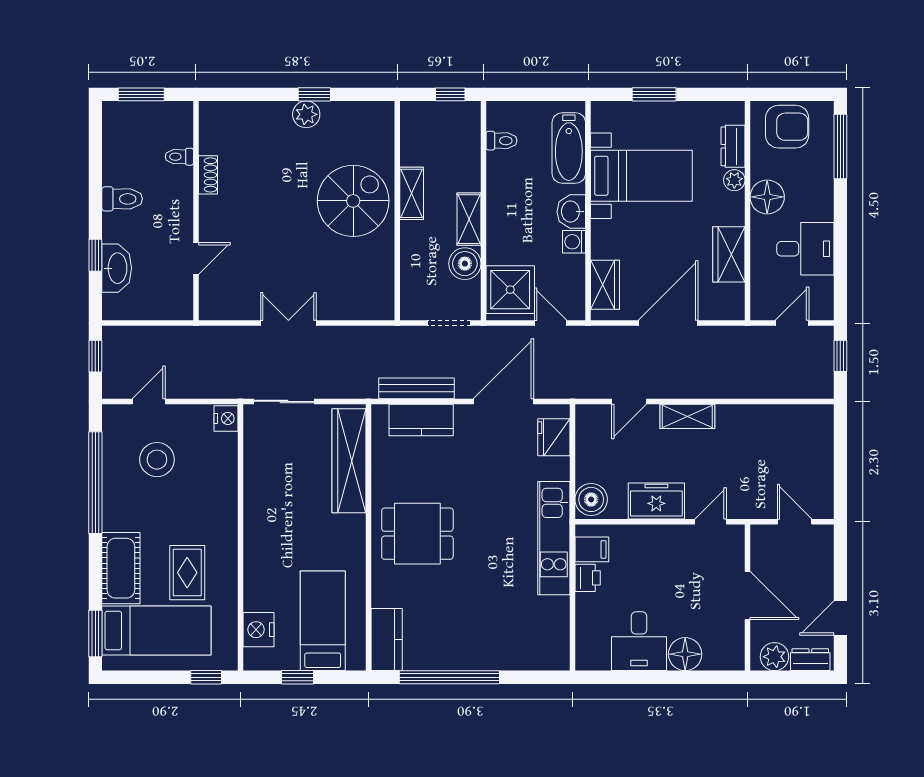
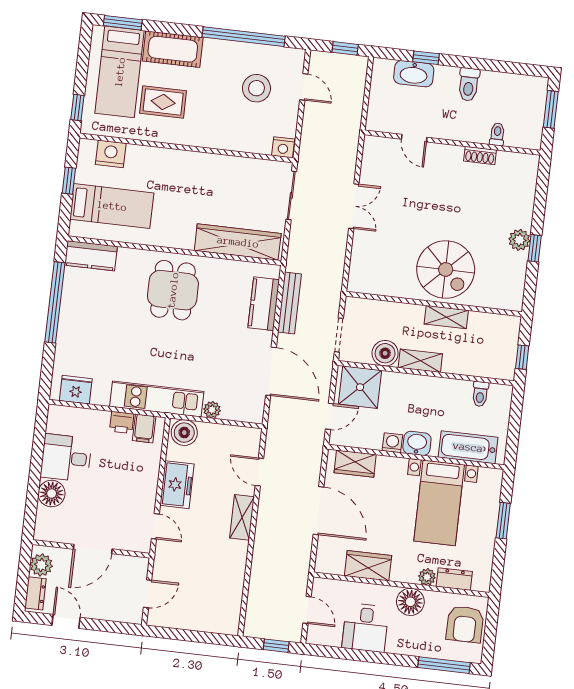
fridge: (554, 437) -> (76, 390), moved
plant: (559, 469) -> (212, 410), added

